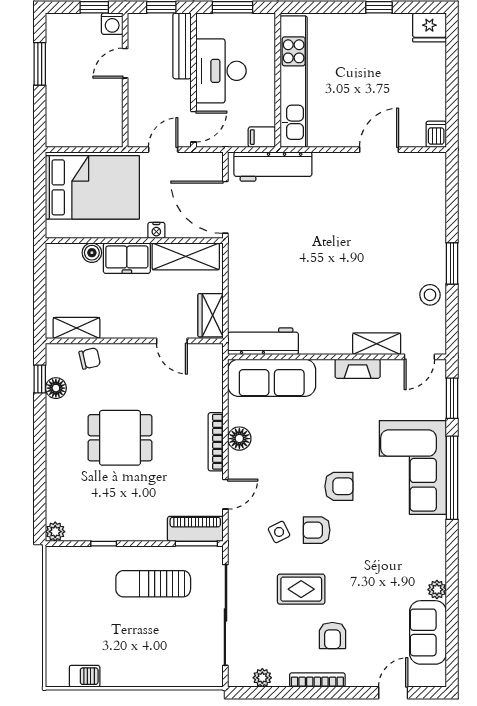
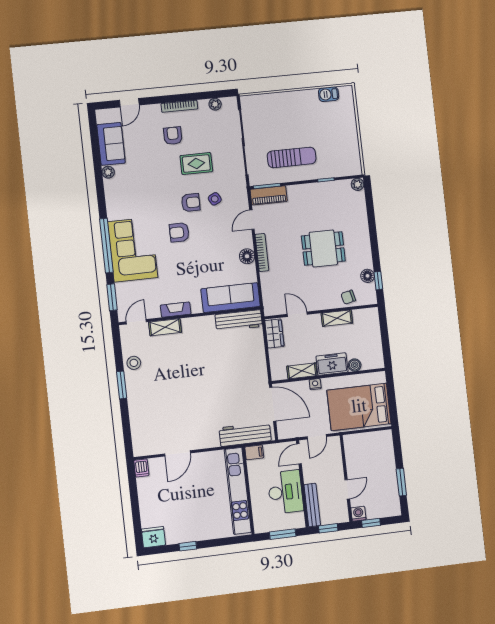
shelving: (186, 256) -> (302, 371), width x0.67, depth x0.75
shelving: (76, 328) -> (337, 318), moved

